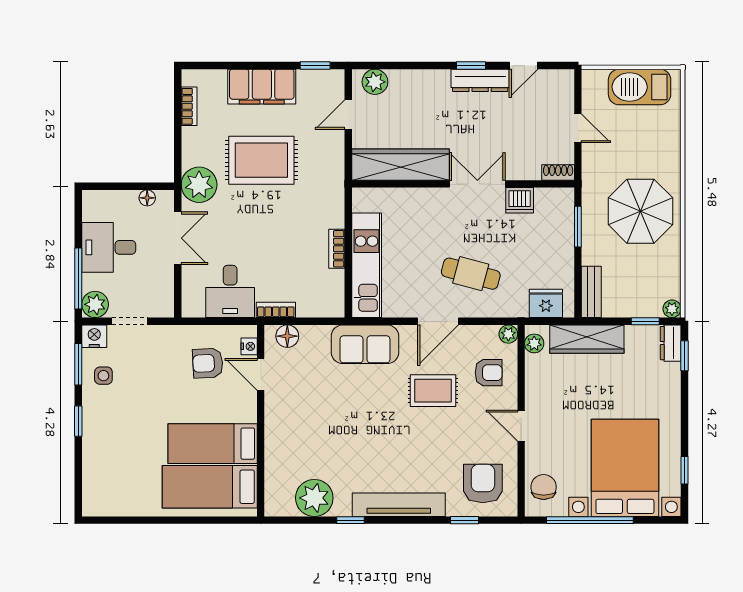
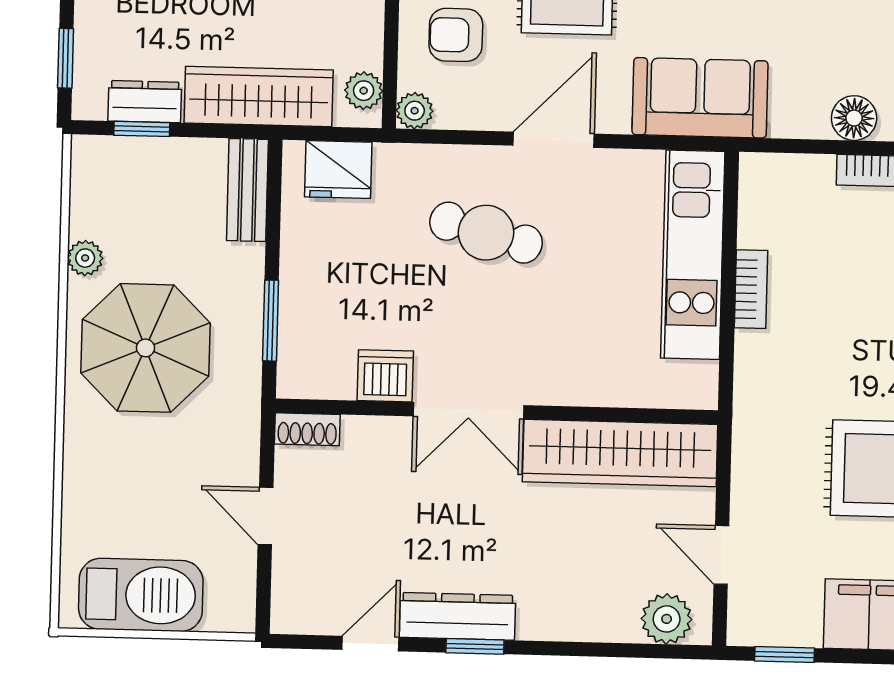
door: (348, 115) -> (721, 555), swing flipped
plant: (672, 309) -> (85, 258), moved
dresser: (671, 343) -> (145, 102), moved, turned -90

